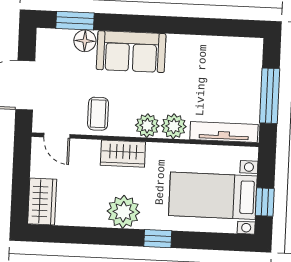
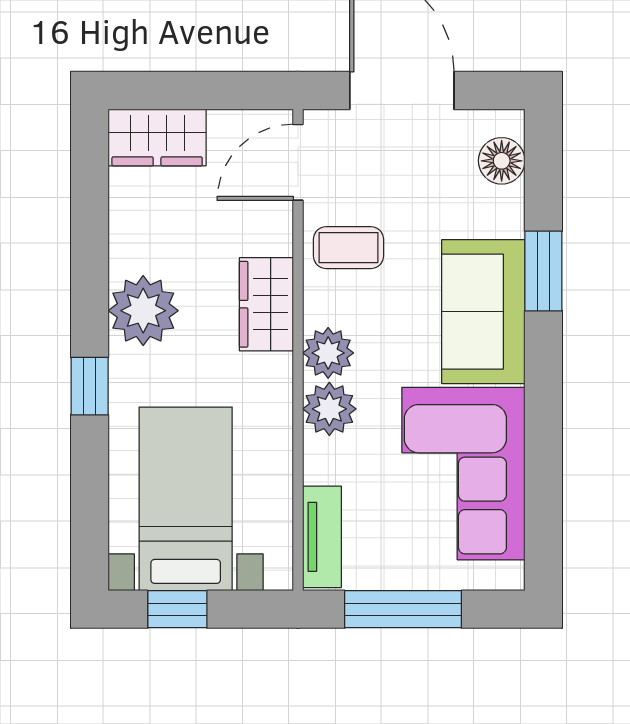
window: (75, 21) -> (543, 271), moved
floor lamp: (85, 41) -> (502, 161), moved
corner sofa: (207, 64) -> (463, 474), added
tv unit: (224, 132) -> (322, 537), width x0.71
door: (57, 136) -> (298, 162), width x1.38

